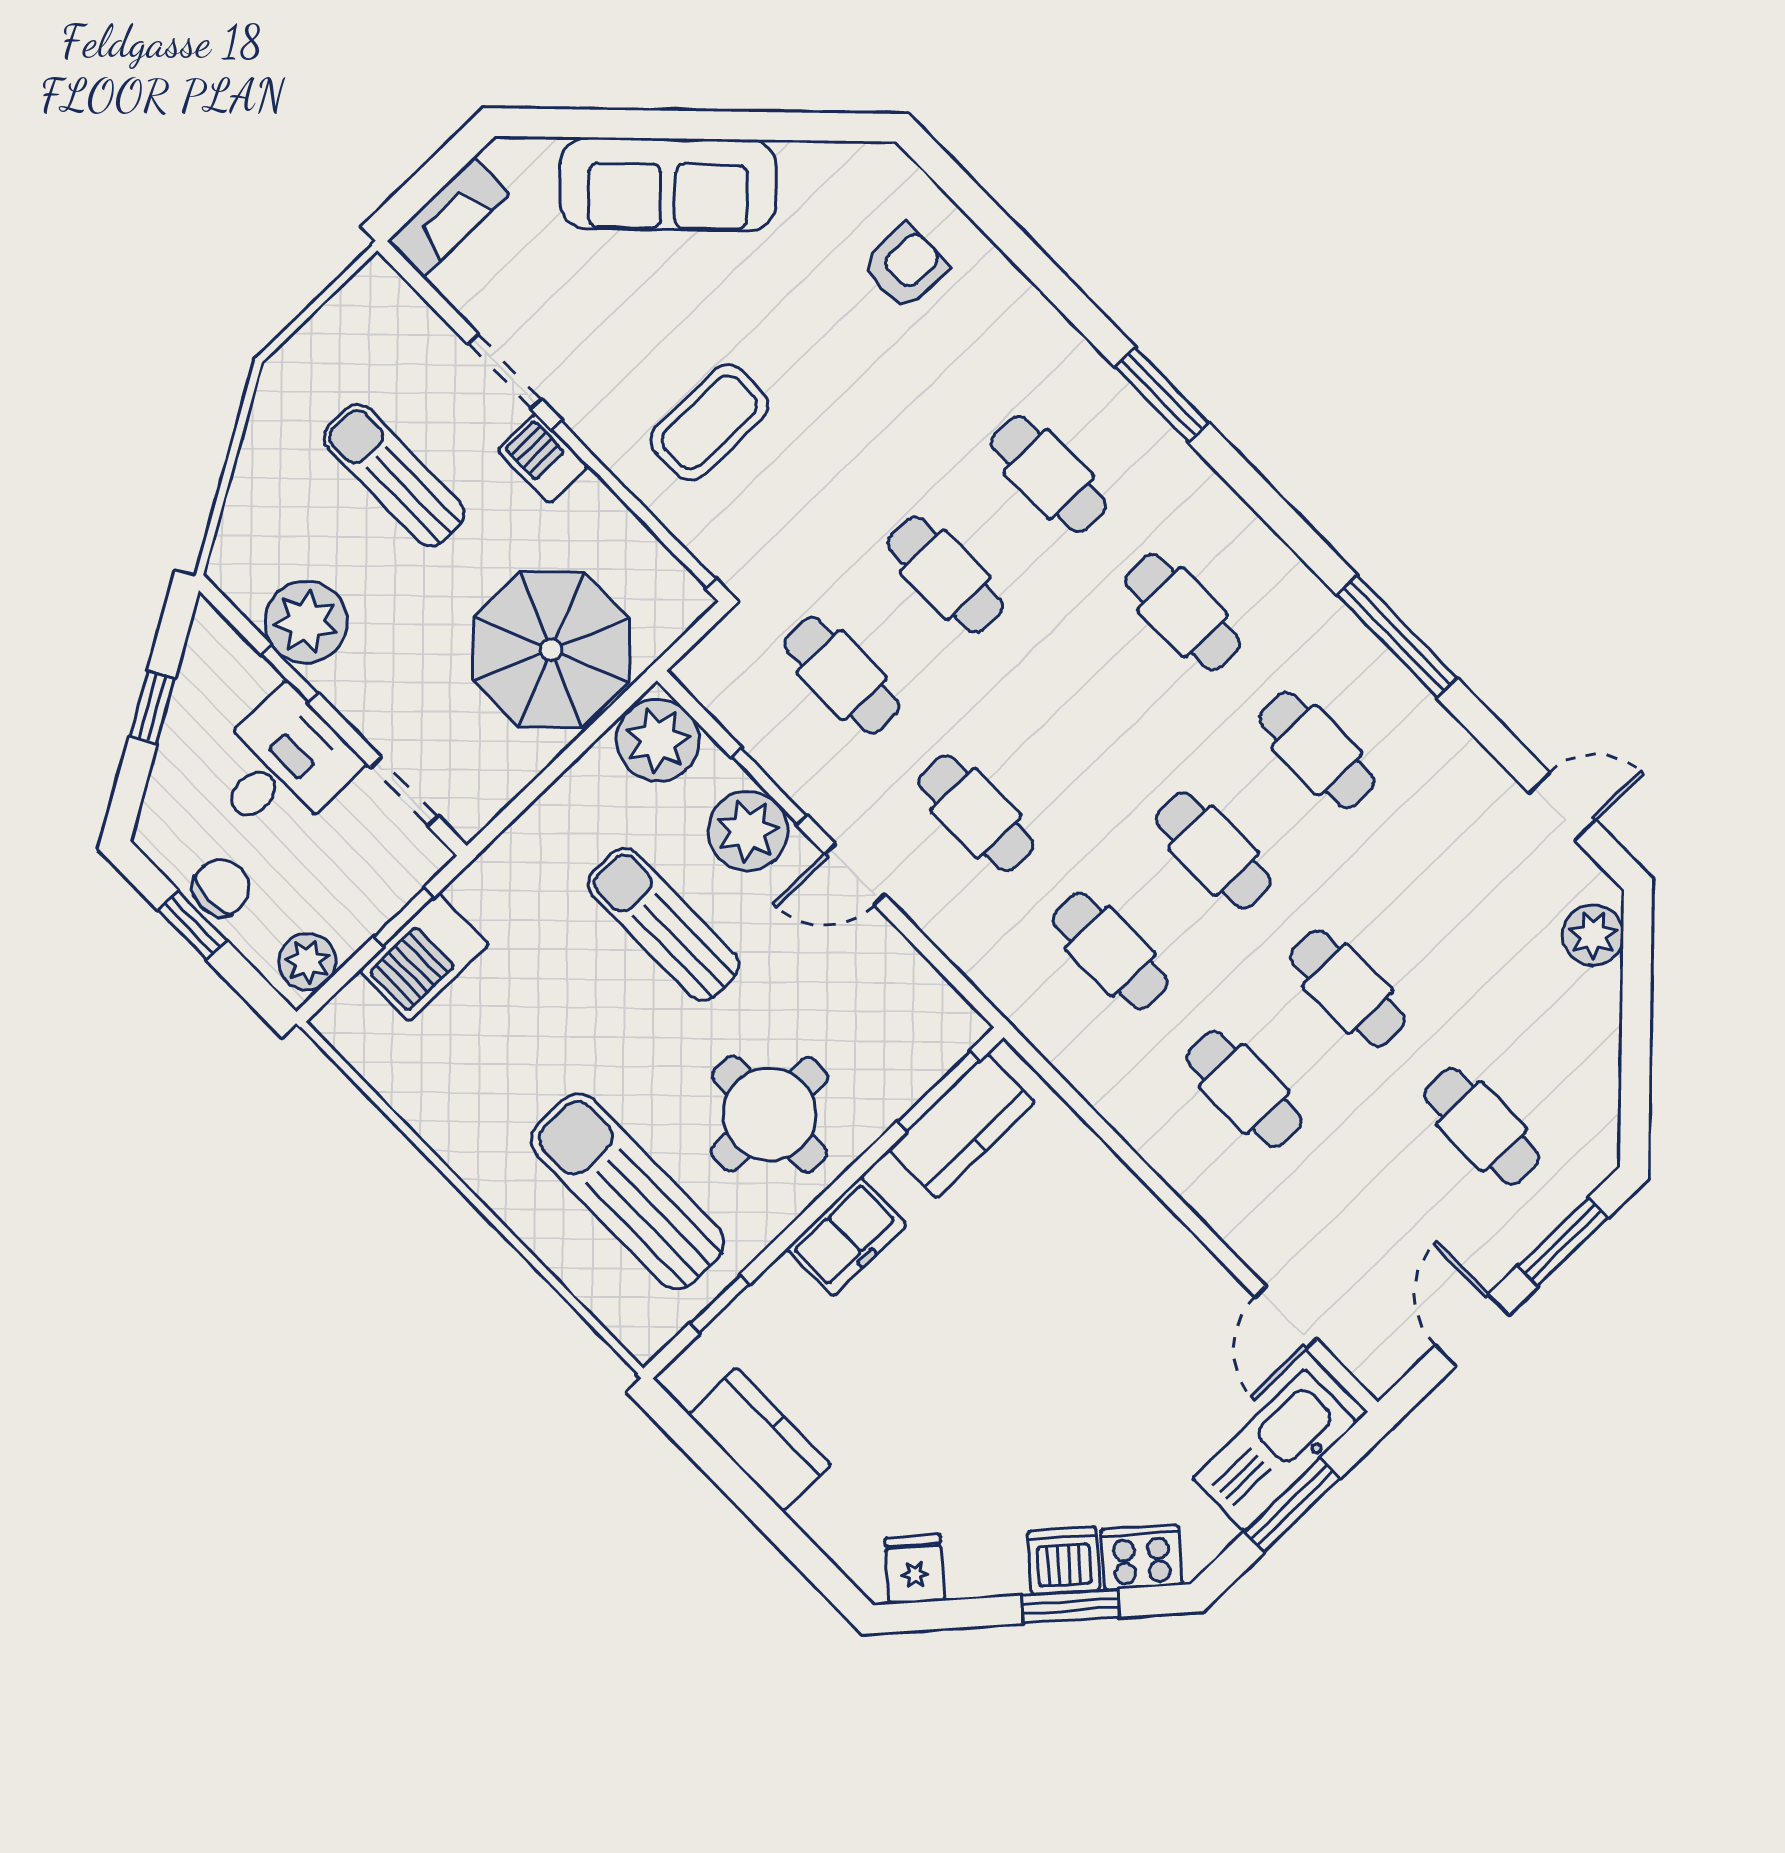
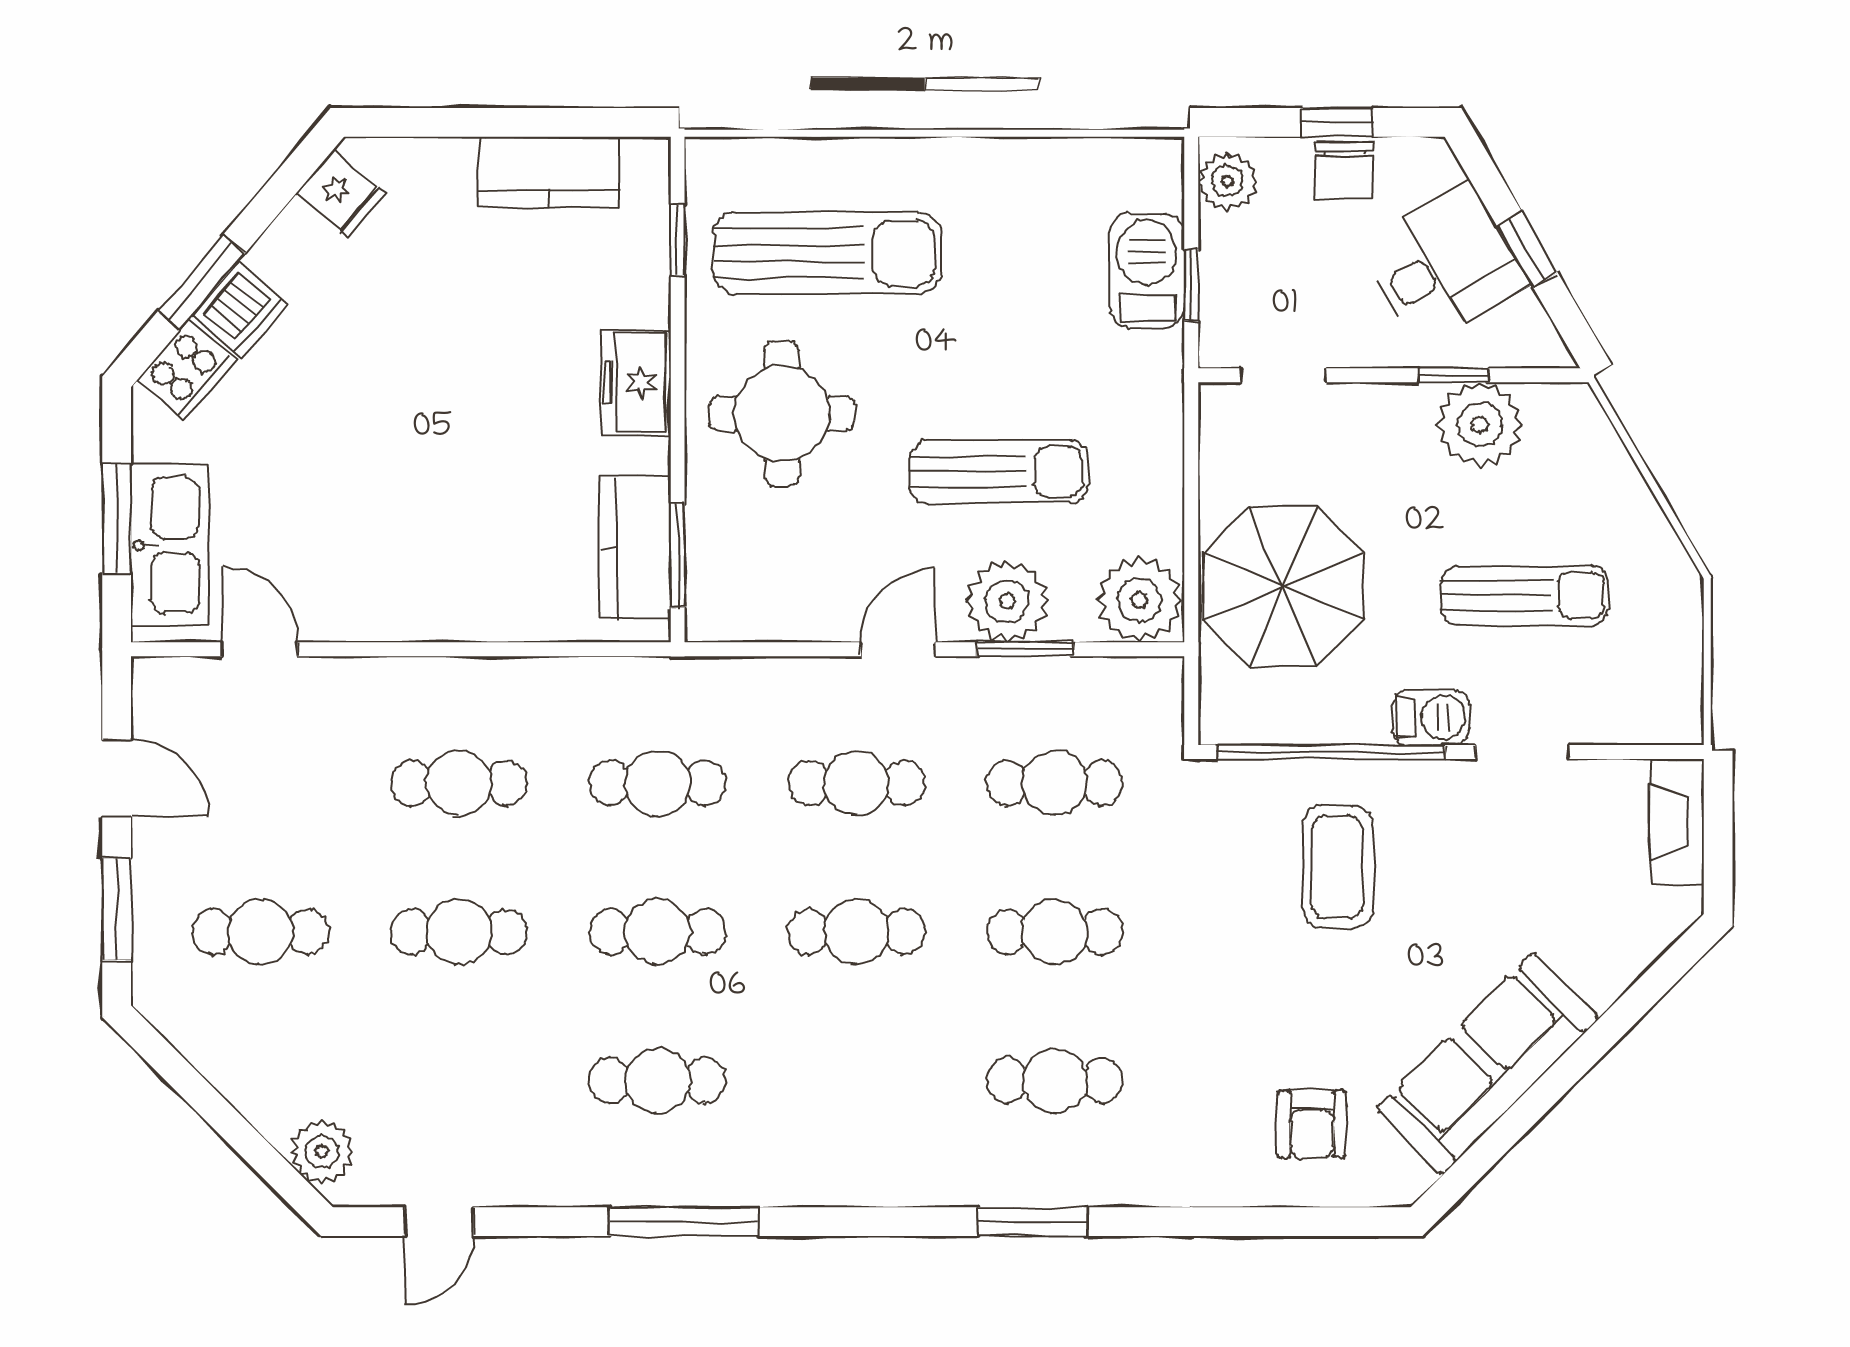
sofa: (668, 184) -> (1487, 1064), moved
cafe table: (1183, 612) -> (856, 932), moved
desk: (281, 766) -> (1444, 265), moved, turned -120

